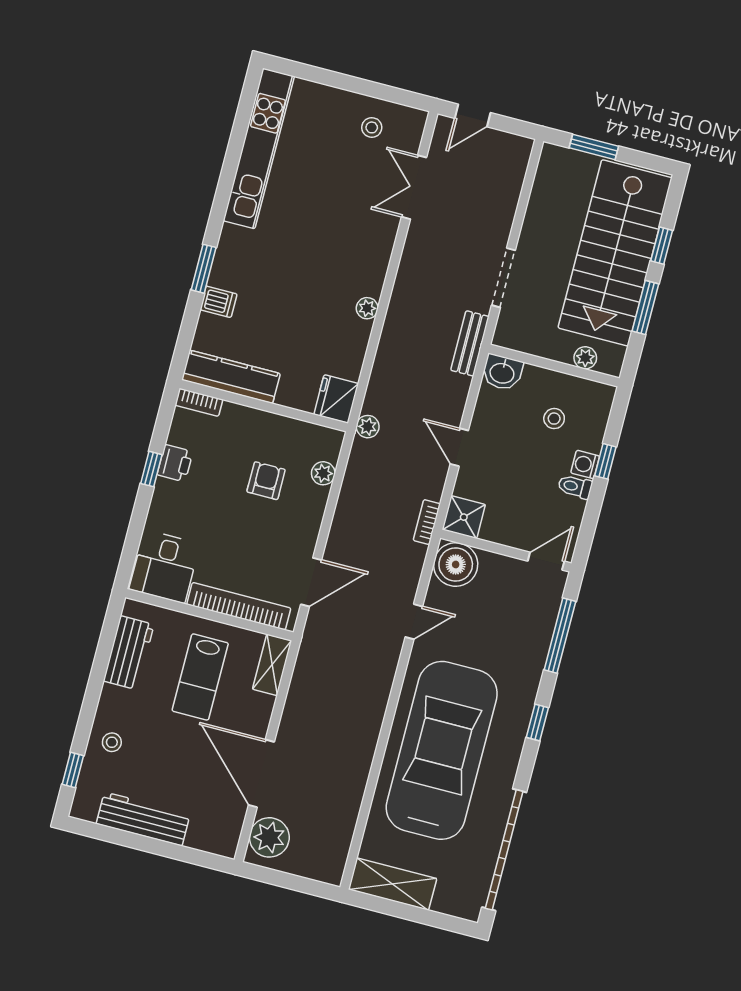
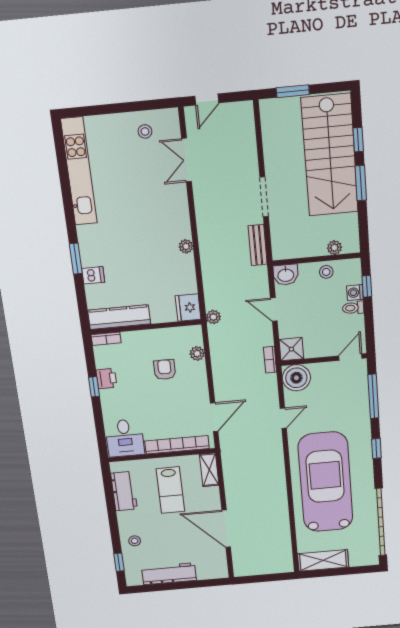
plant: (585, 358) -> (334, 248), moved
wall: (554, 365) -> (316, 259), moved
washbasin: (502, 372) -> (286, 275), moved
plant: (269, 837) -> (244, 560), removed

